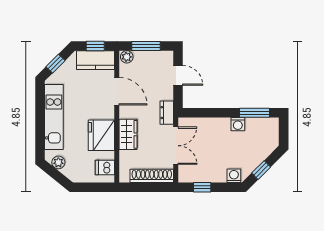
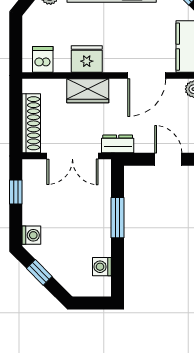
door: (178, 75) -> (168, 159), swing flipped
window: (255, 113) -> (117, 218), moved
washing machine: (238, 124) -> (102, 267), moved
fridge: (101, 135) -> (87, 59), width x0.73, depth x0.75

